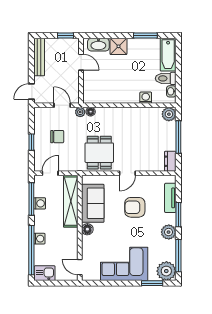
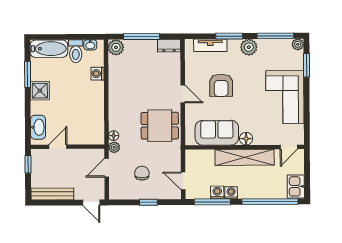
shower: (118, 46) -> (40, 91), moved
shelving: (71, 201) -> (245, 157), moved
washing machine: (39, 239) -> (231, 193), moved
plant: (166, 271) -> (298, 44), width x0.53, depth x0.53

